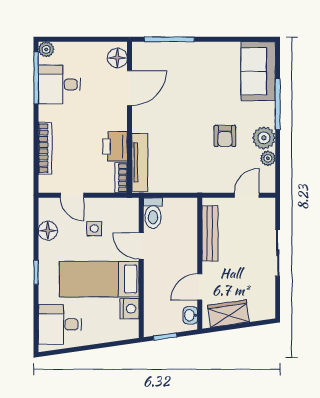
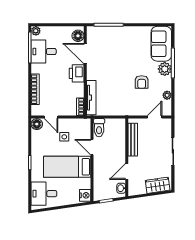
door: (130, 88) -> (85, 54), swing flipped
plant: (264, 138) -> (165, 69), moved
printer: (115, 146) -> (77, 73), moved
floor lamp: (48, 231) -> (37, 124), moved
nightstand: (130, 309) -> (85, 195), moved
wardrobe: (228, 314) -> (158, 185), moved

